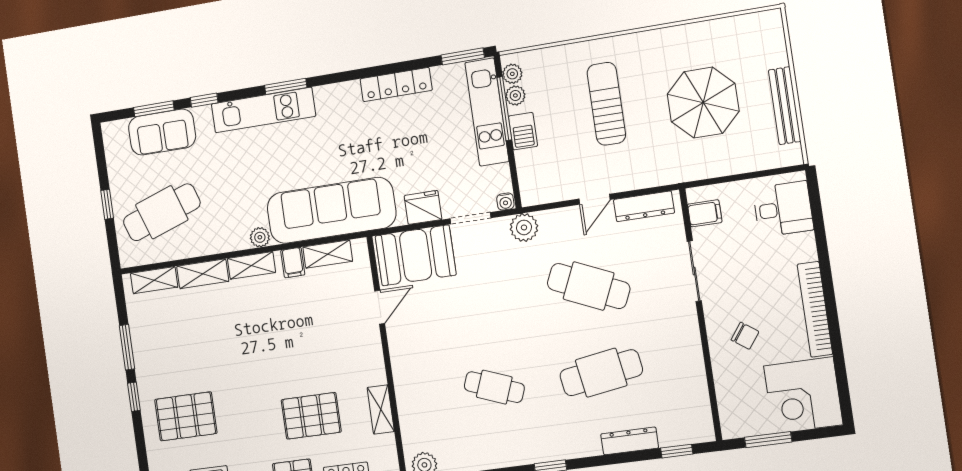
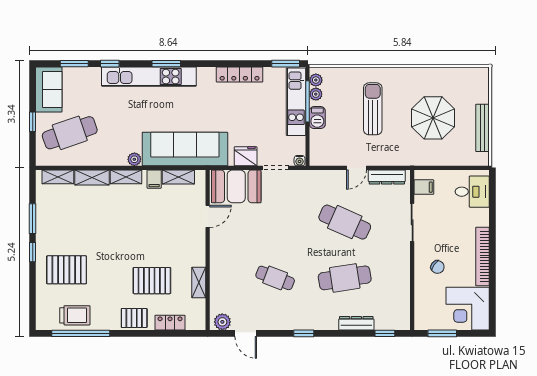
kitchen unit: (263, 110) -> (149, 77), width x1.36
sofa: (162, 132) -> (49, 89), moved, turned -90
plant: (524, 227) -> (309, 179), removed

